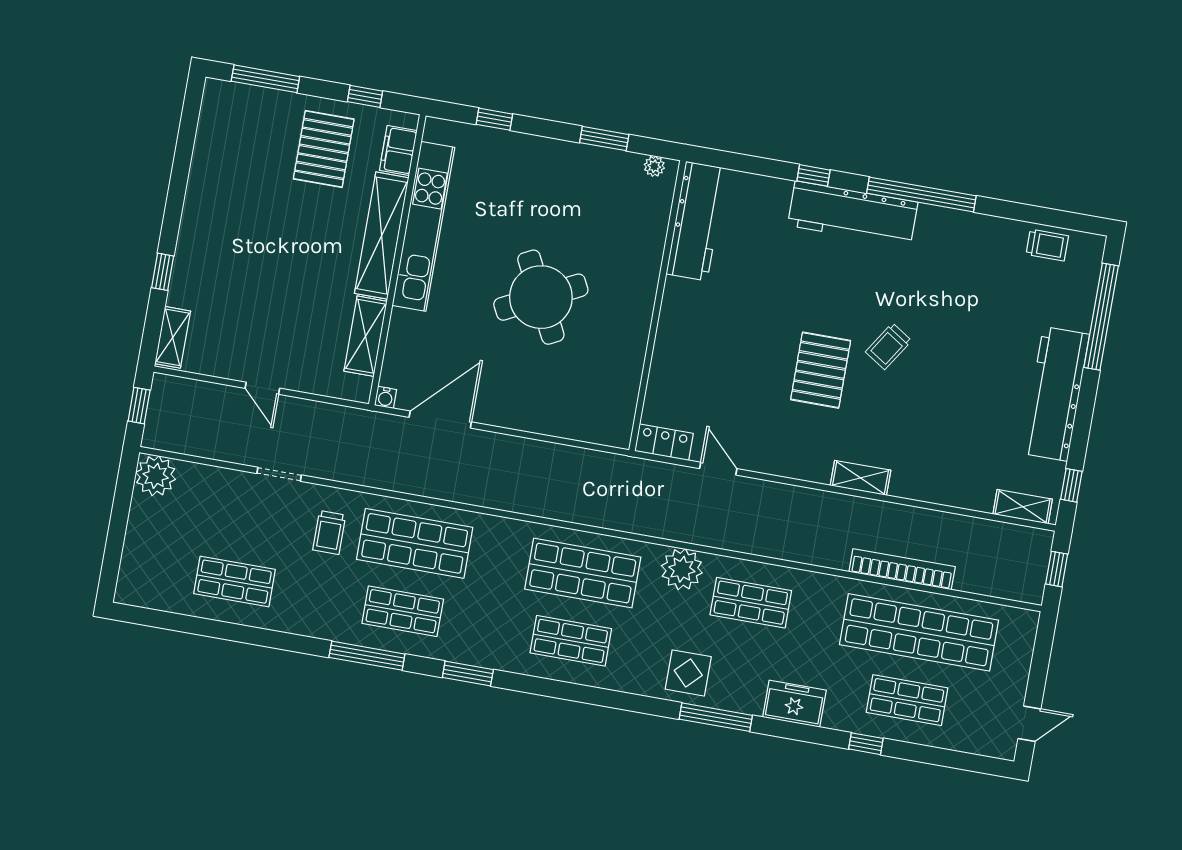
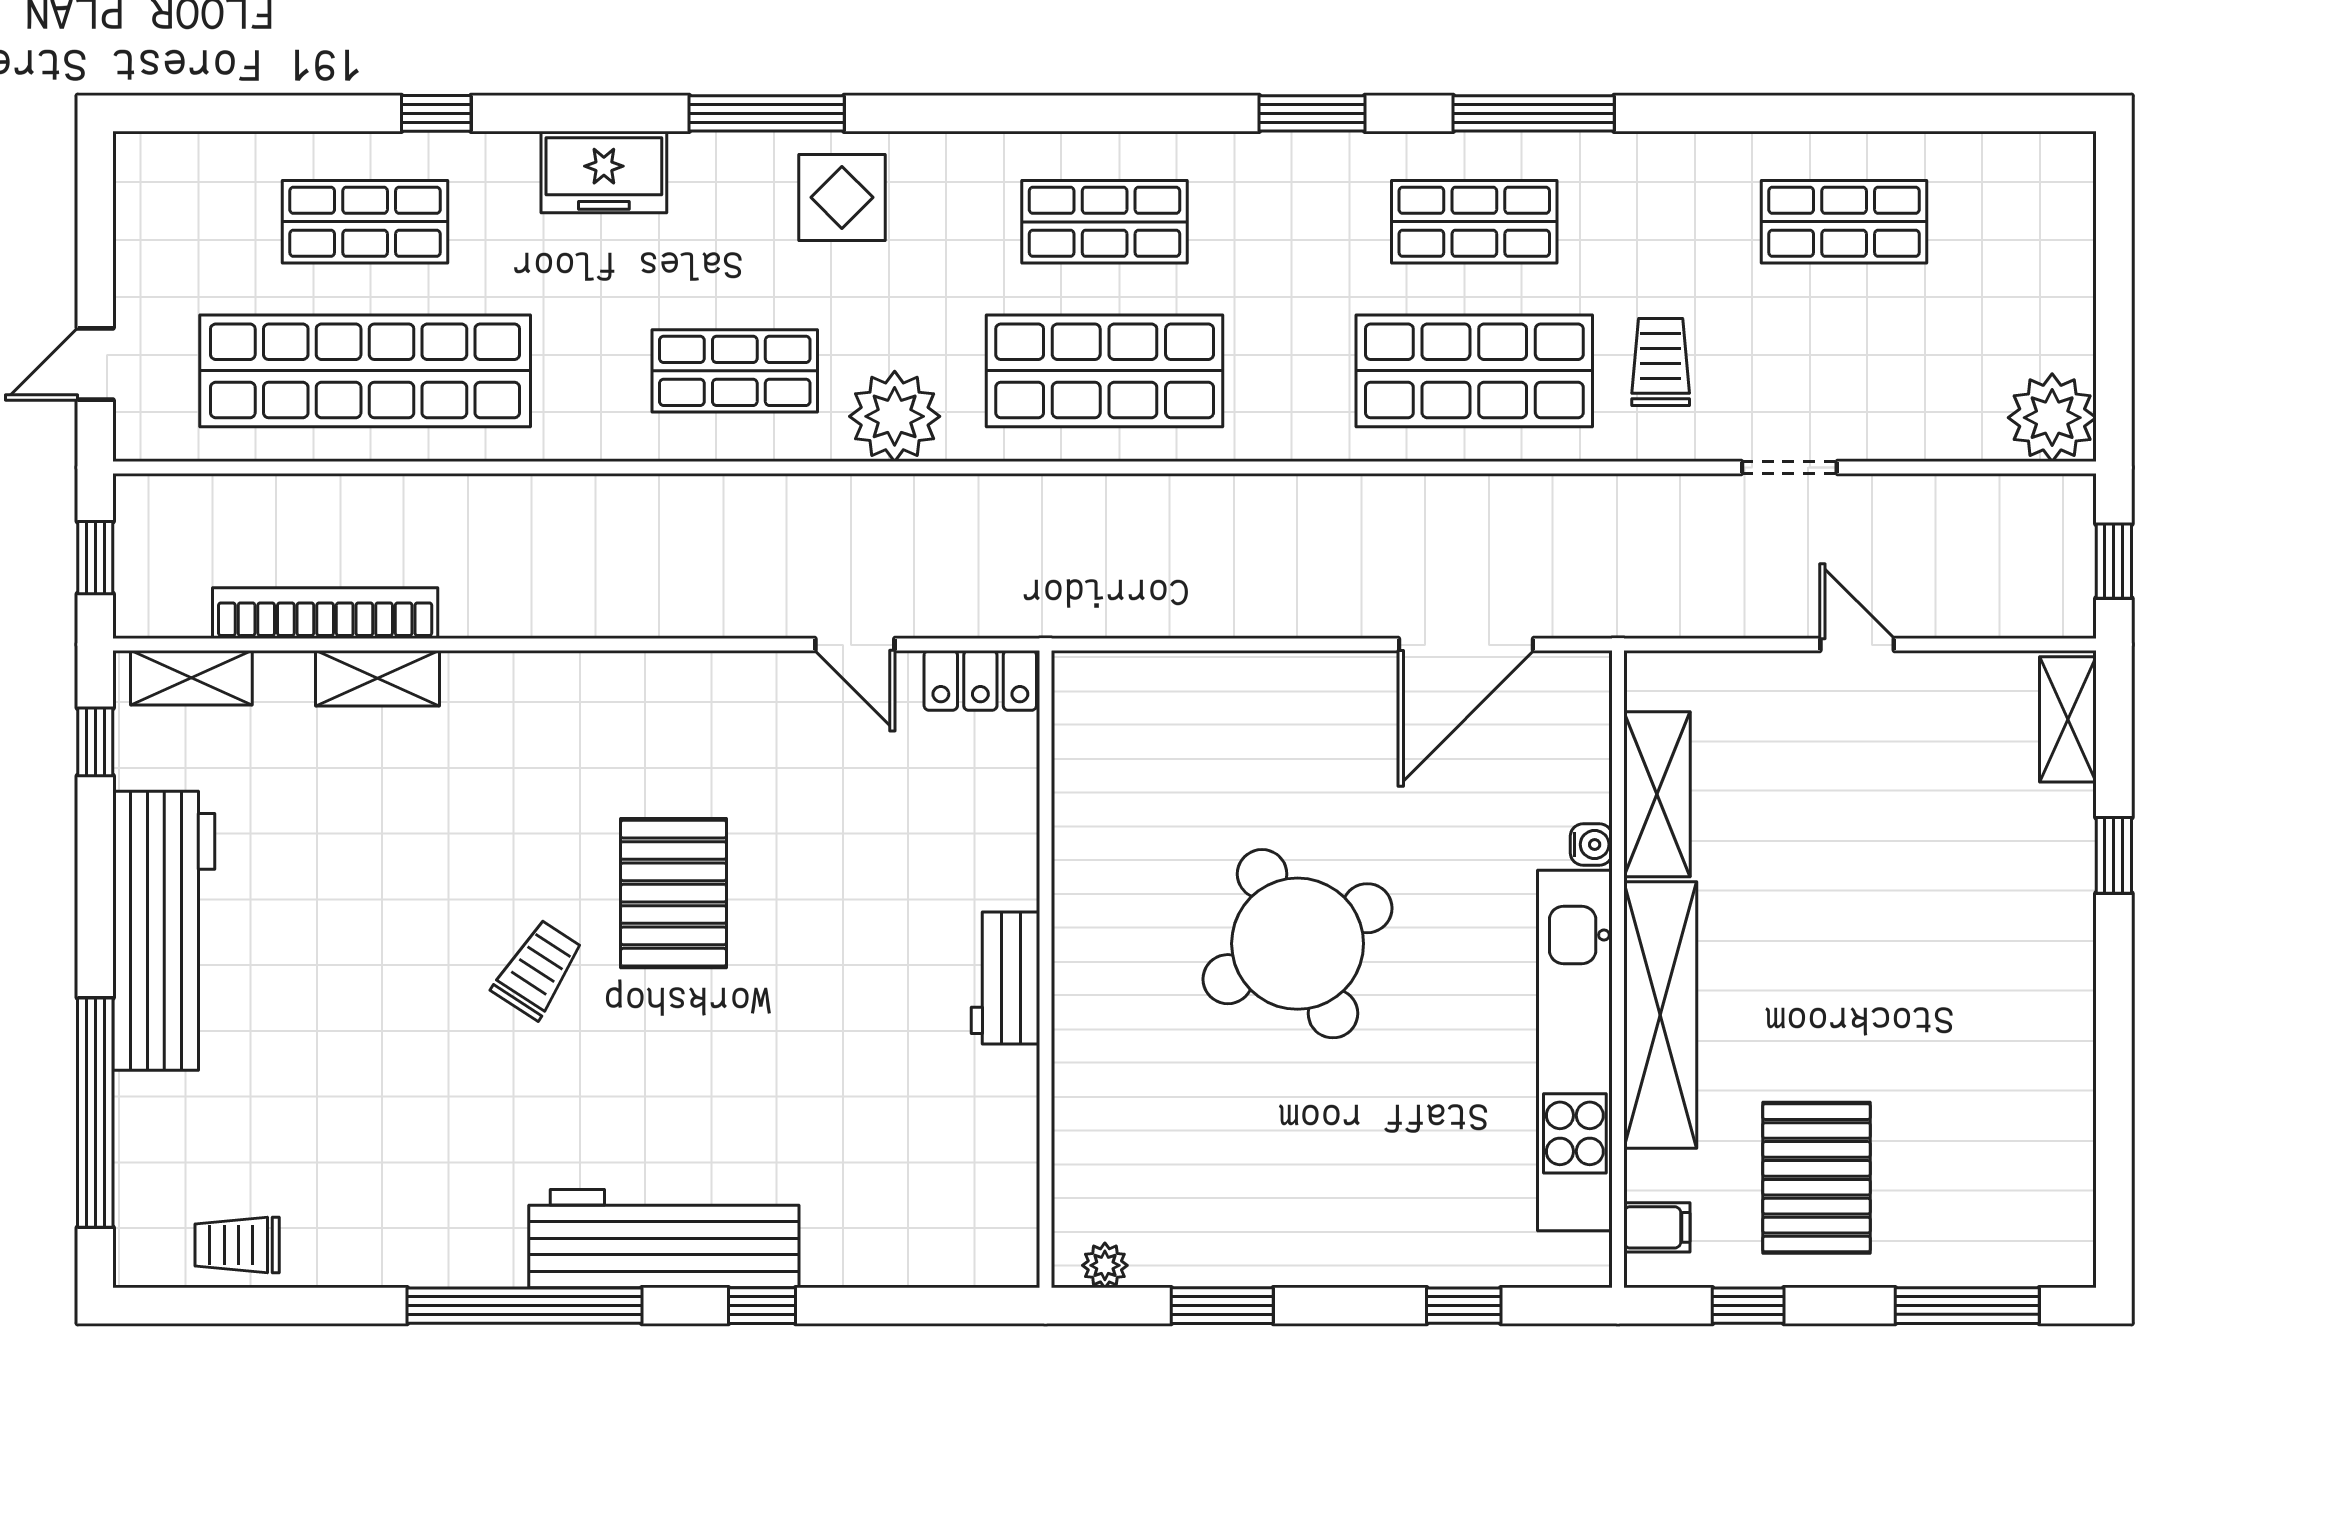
filing cabinet: (398, 151) -> (1657, 1227), width x0.50
workbench: (696, 221) -> (1005, 978), moved, width x0.53, depth x0.76
water cooler: (385, 397) -> (1591, 844), moved, turned 90
shelving: (860, 478) -> (377, 678), moved
bookcase: (902, 569) -> (325, 613), moved, turned 180
door: (1029, 724) -> (95, 364), moved

